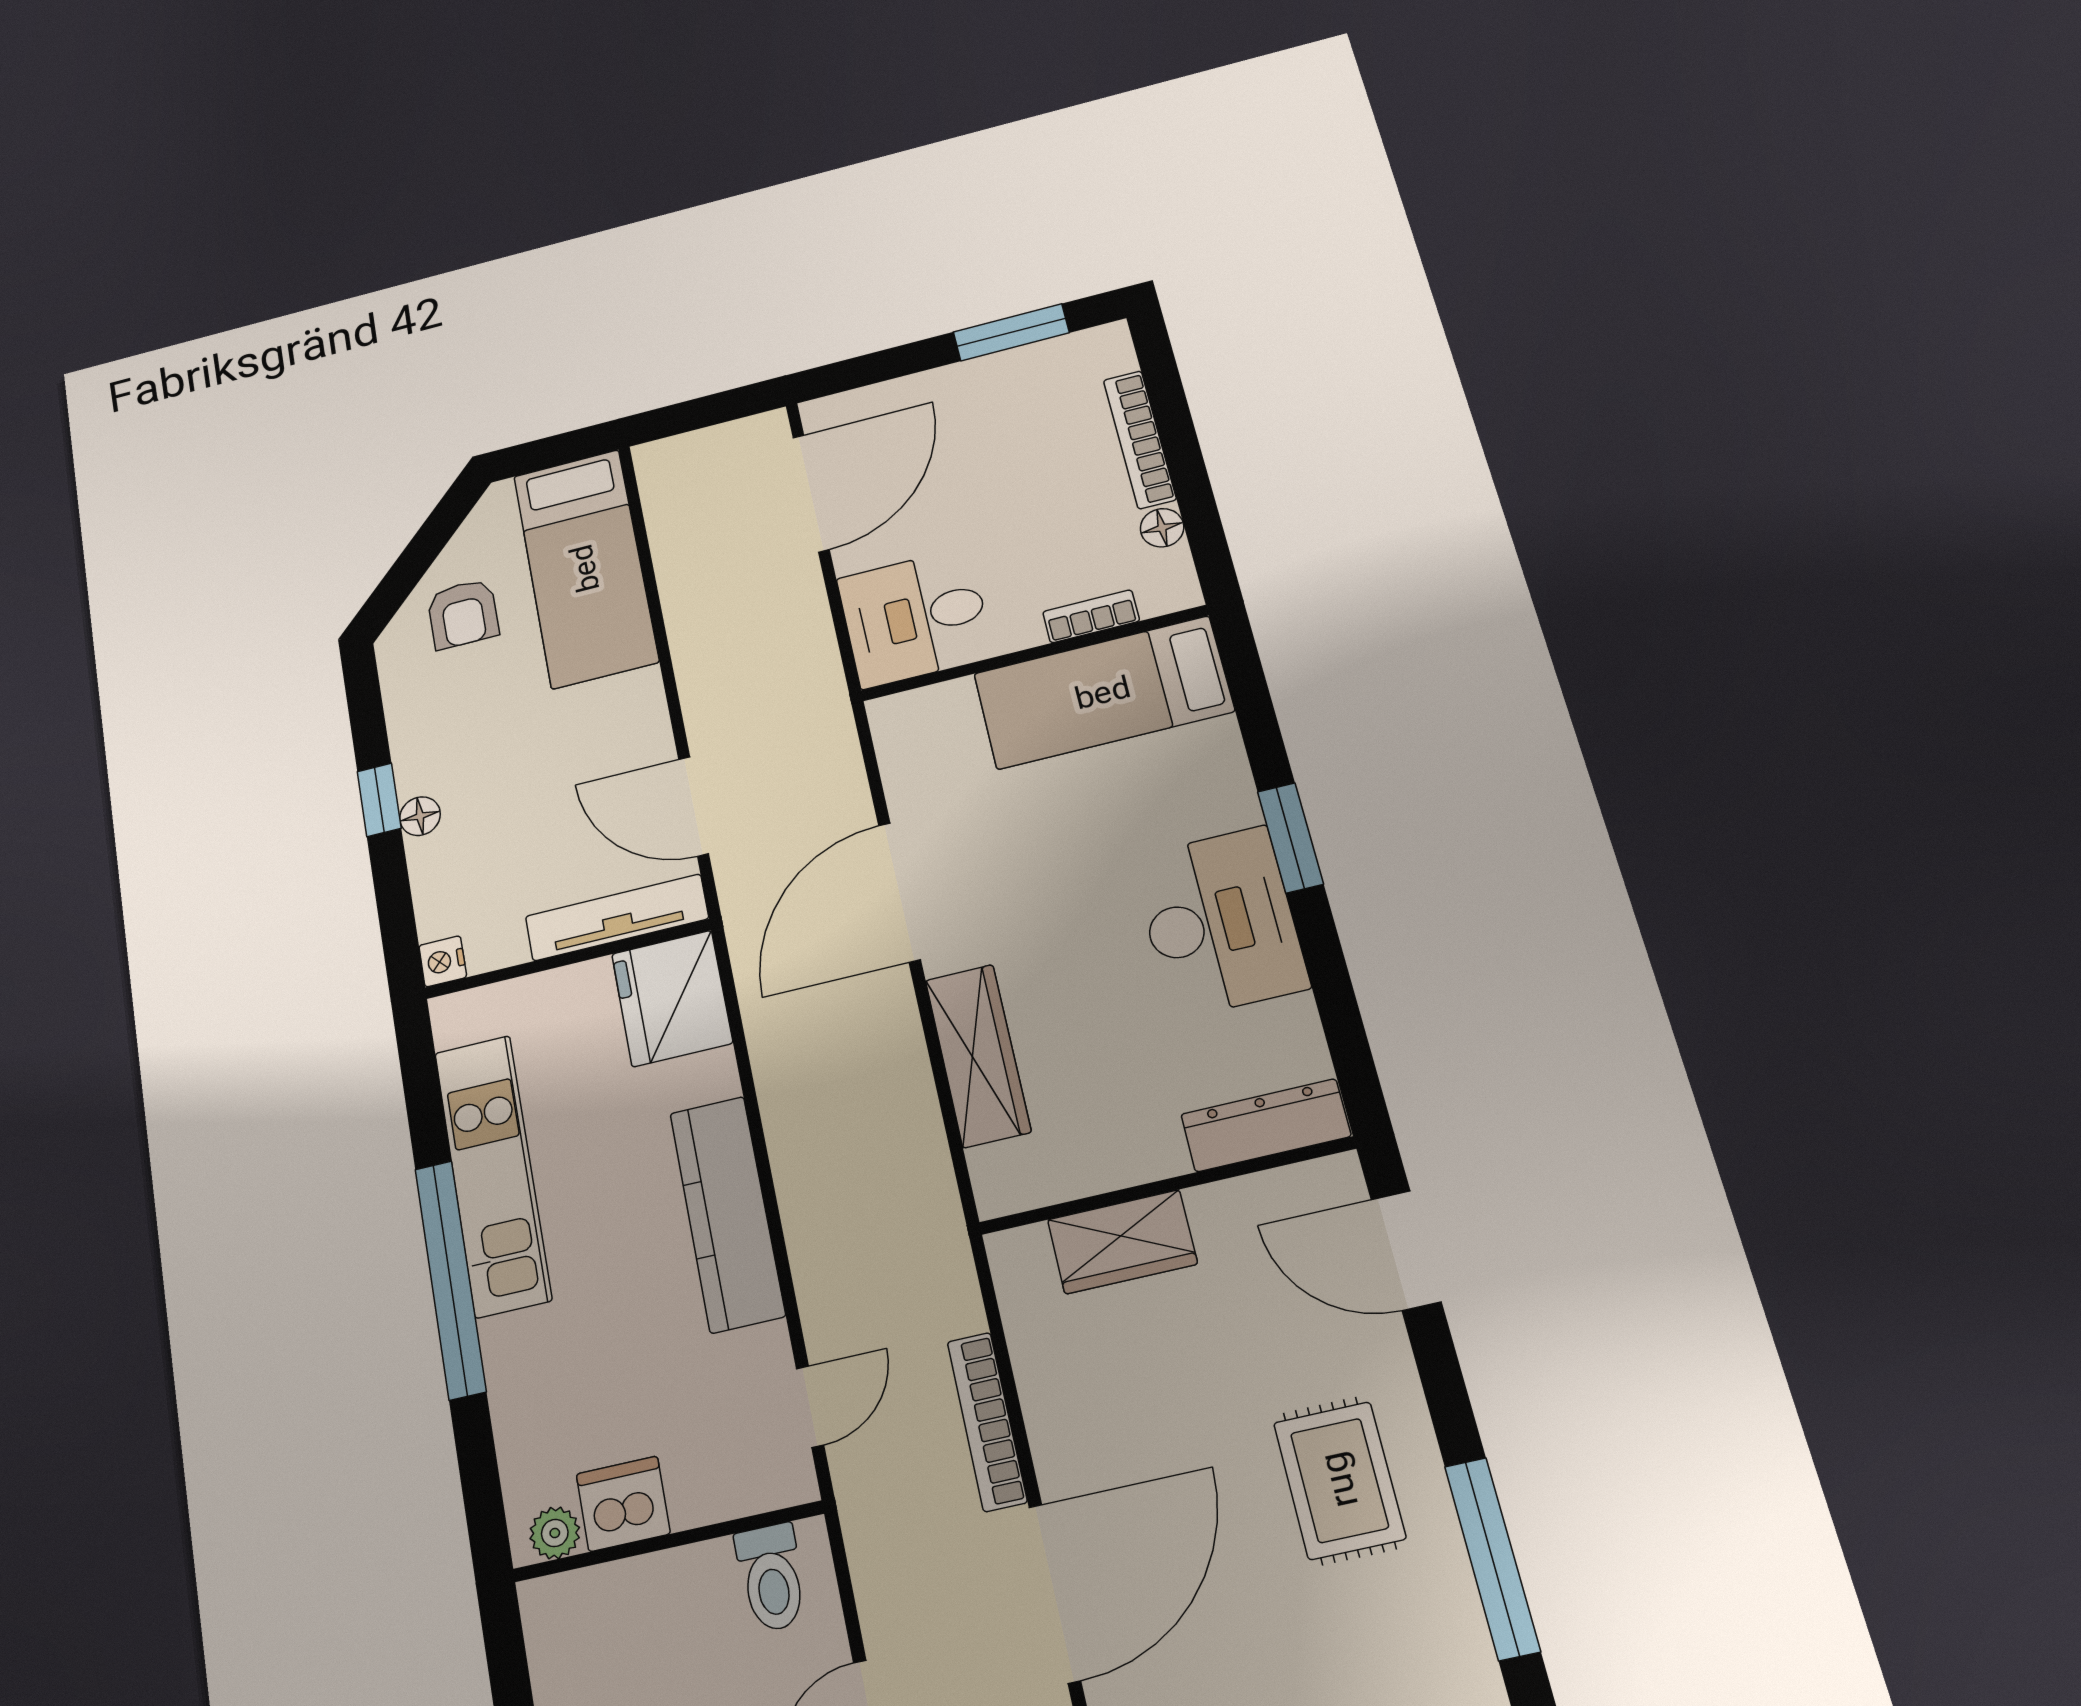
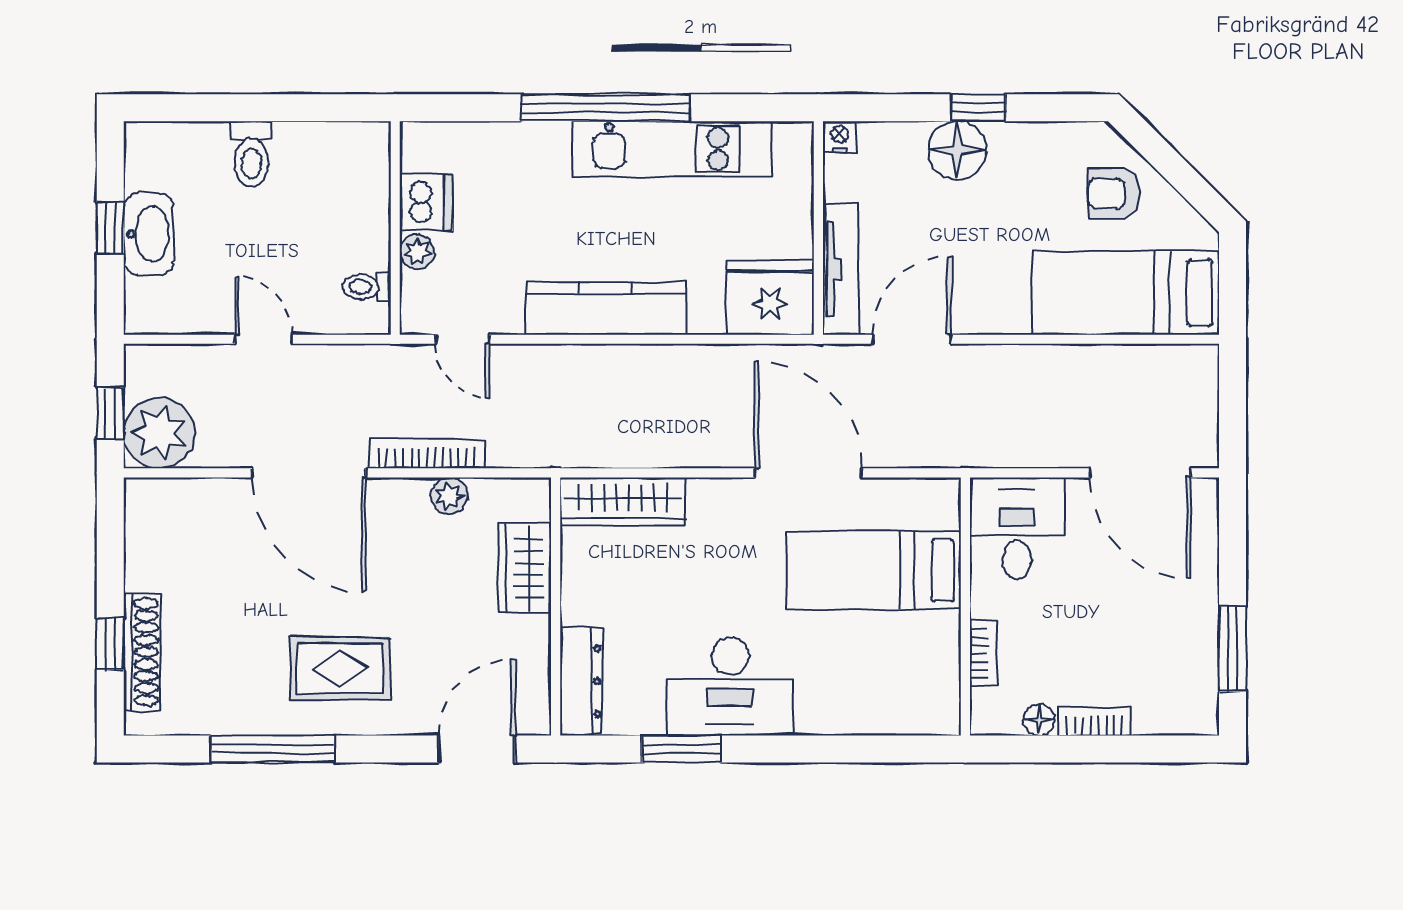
bookcase: (1140, 439) -> (1095, 721), width x0.64
bed: (1103, 693) -> (873, 570), moved, turned -90
floor lamp: (420, 816) -> (957, 150), width x1.89, depth x1.89
window: (1290, 838) -> (681, 749), moved
wardrobe: (978, 1056) -> (623, 502), moved
plant: (1041, 1375) -> (449, 496), added
plant: (555, 1533) -> (417, 252), moved
toilet: (771, 1578) -> (367, 287), width x0.73, depth x0.72

